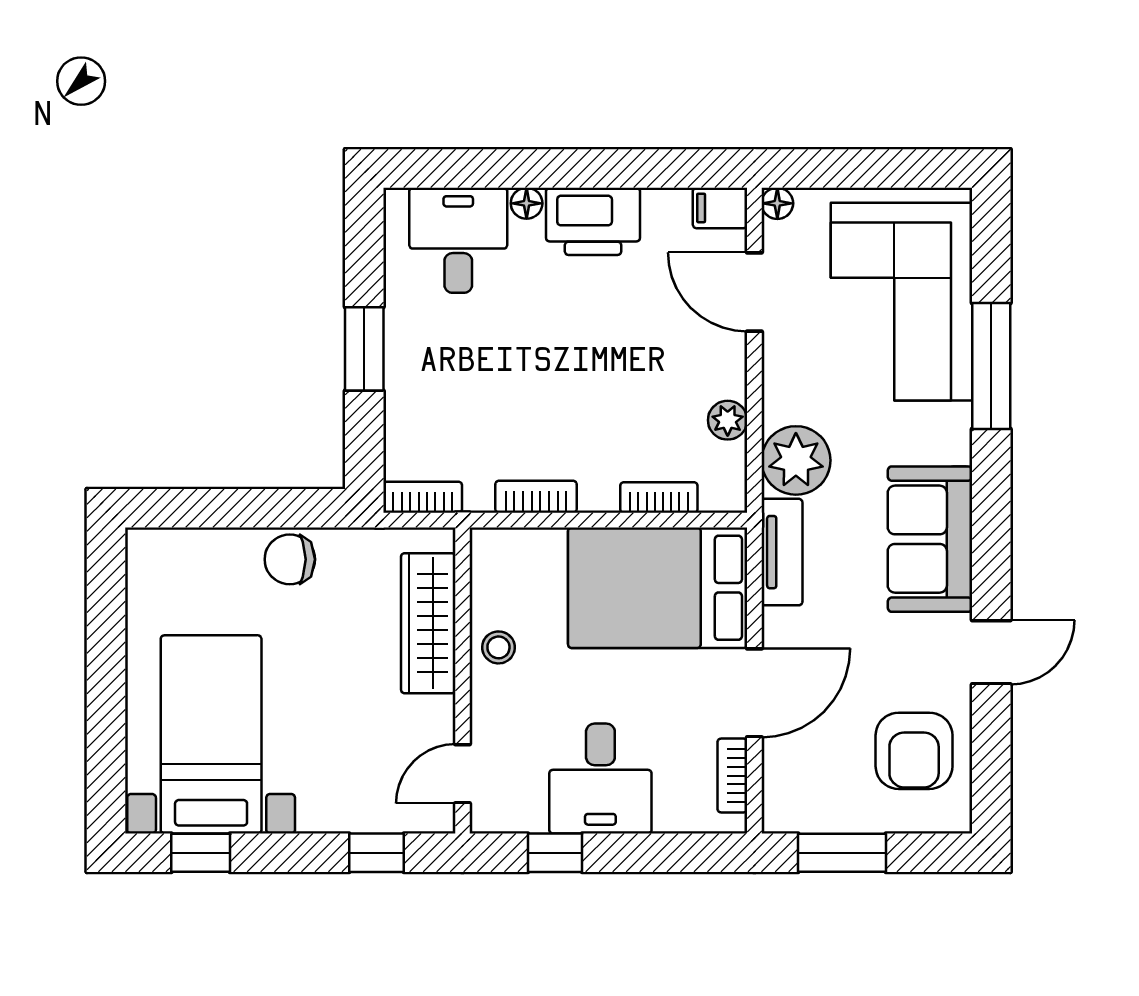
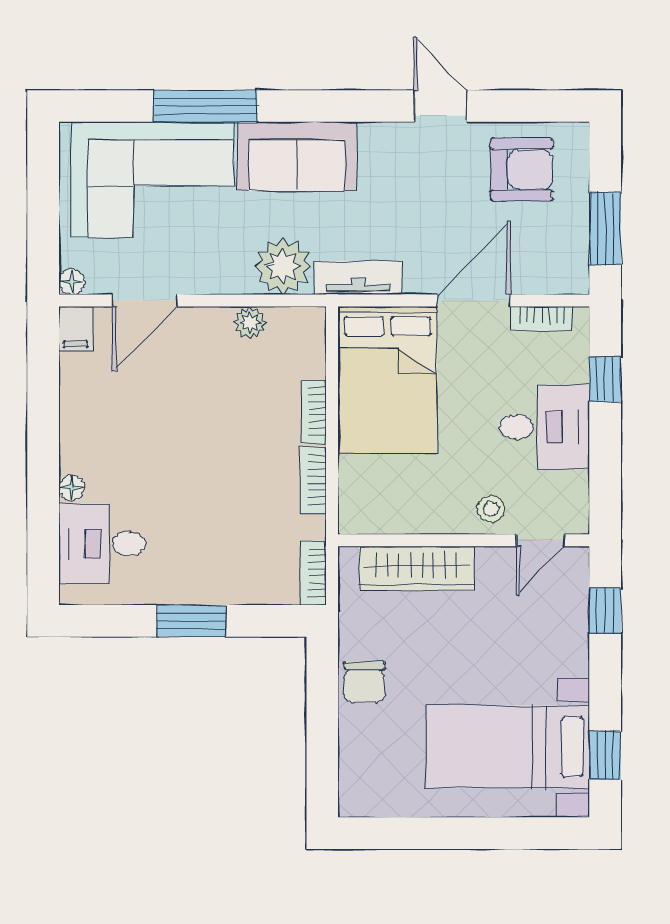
printer: (593, 221) -> (87, 433), removed
bookcase: (659, 498) -> (313, 412), moved
sofa: (930, 539) -> (297, 156), moved
stool: (498, 647) -> (491, 509), moved
door: (754, 693) -> (474, 301), hinge flipped
door: (462, 774) -> (540, 540), hinge flipped
window: (555, 853) -> (605, 379), moved

